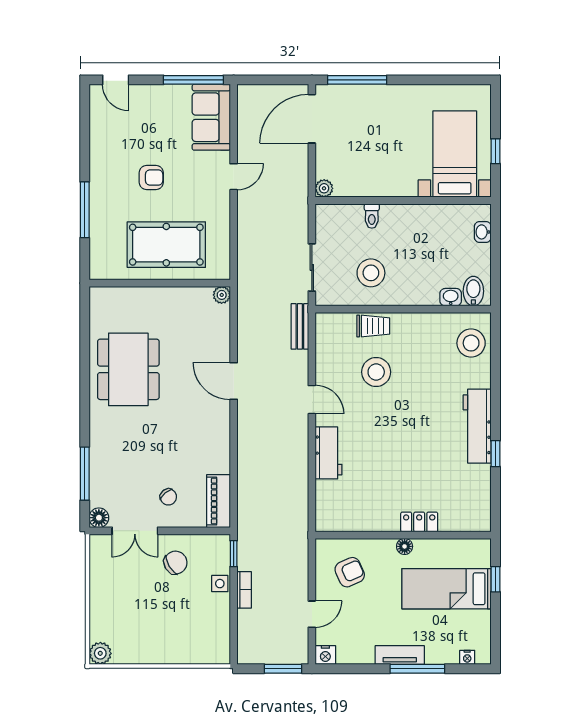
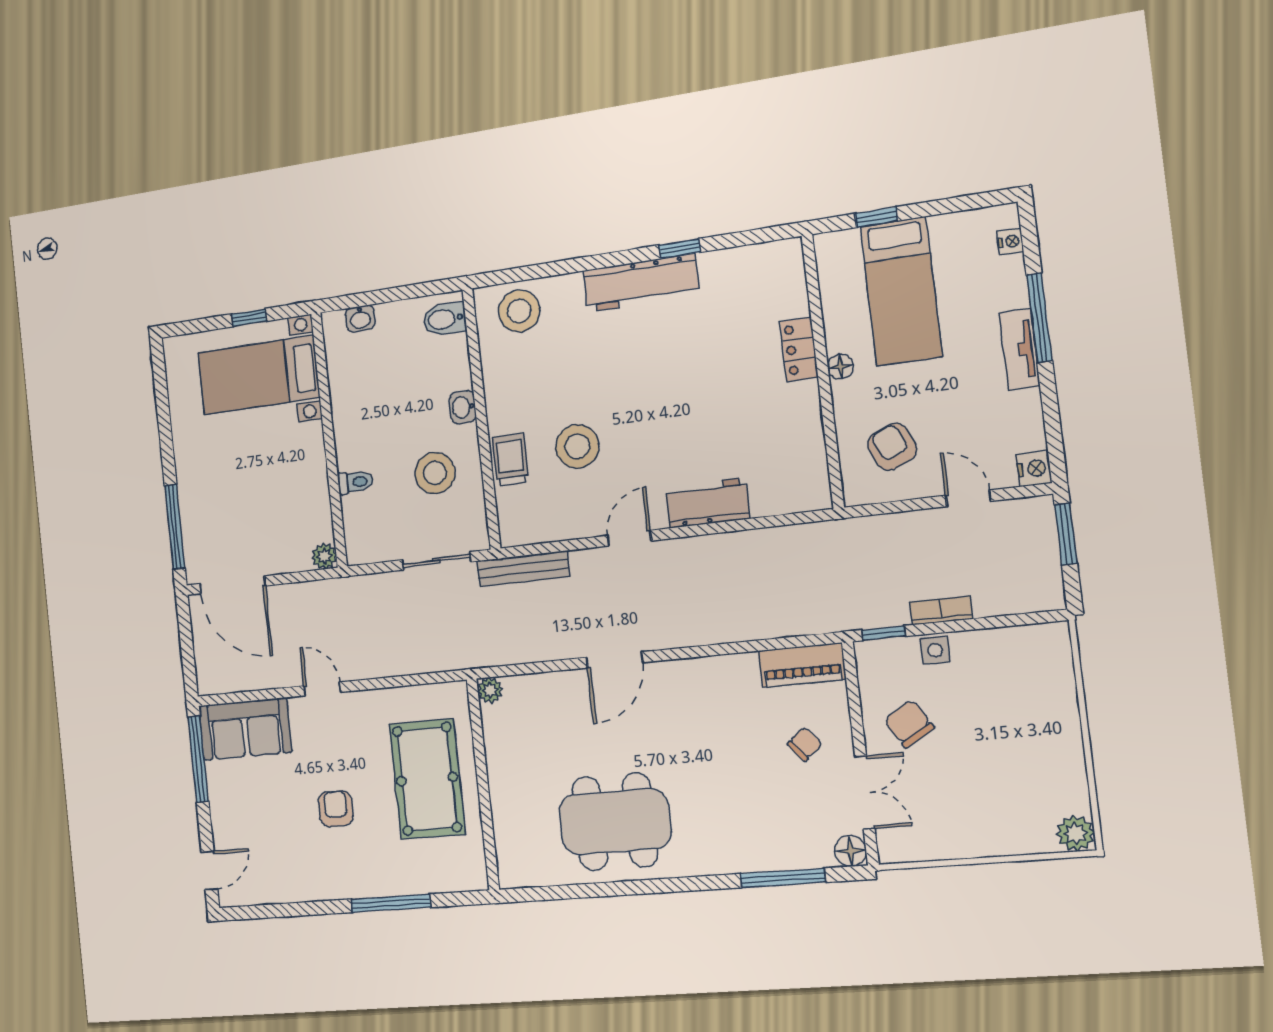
washbasin: (451, 297) -> (463, 407), moved
bench: (300, 326) -> (523, 569), width x1.36

